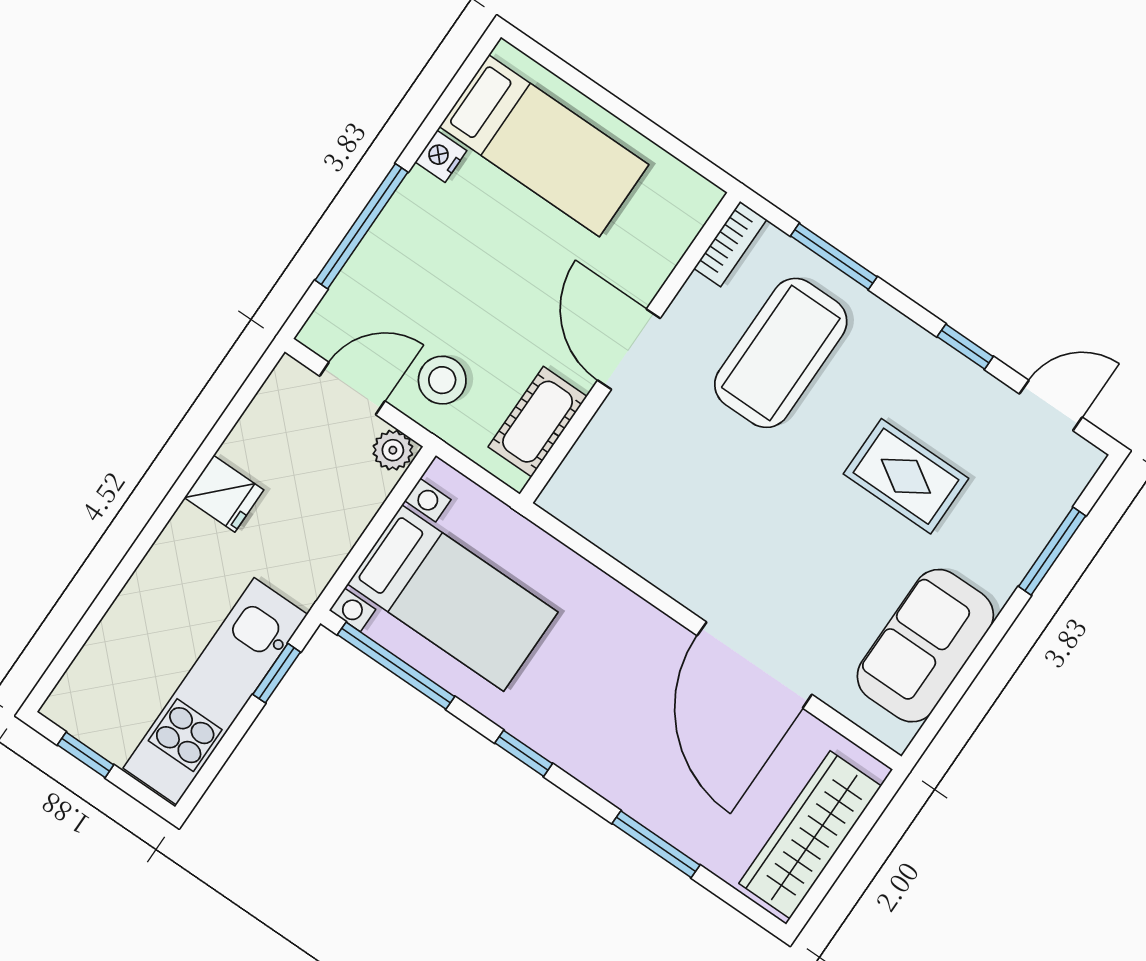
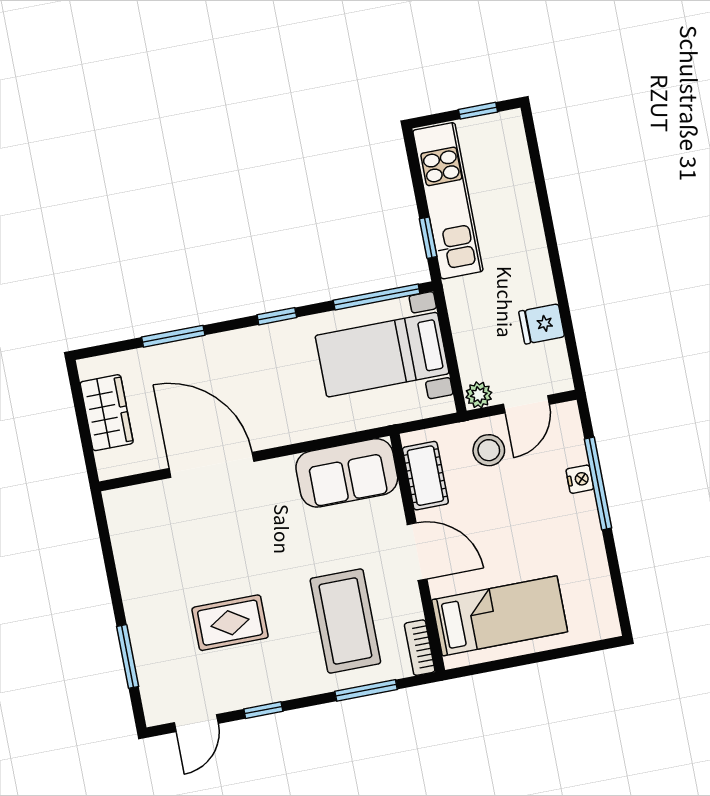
bed: (544, 146) -> (500, 616), moved, turned 180
nightstand: (441, 156) -> (580, 479), moved
fridge: (224, 494) -> (542, 324), moved
sofa: (925, 646) -> (347, 473), moved, turned 90
wardrobe: (810, 835) -> (107, 413), width x0.67

